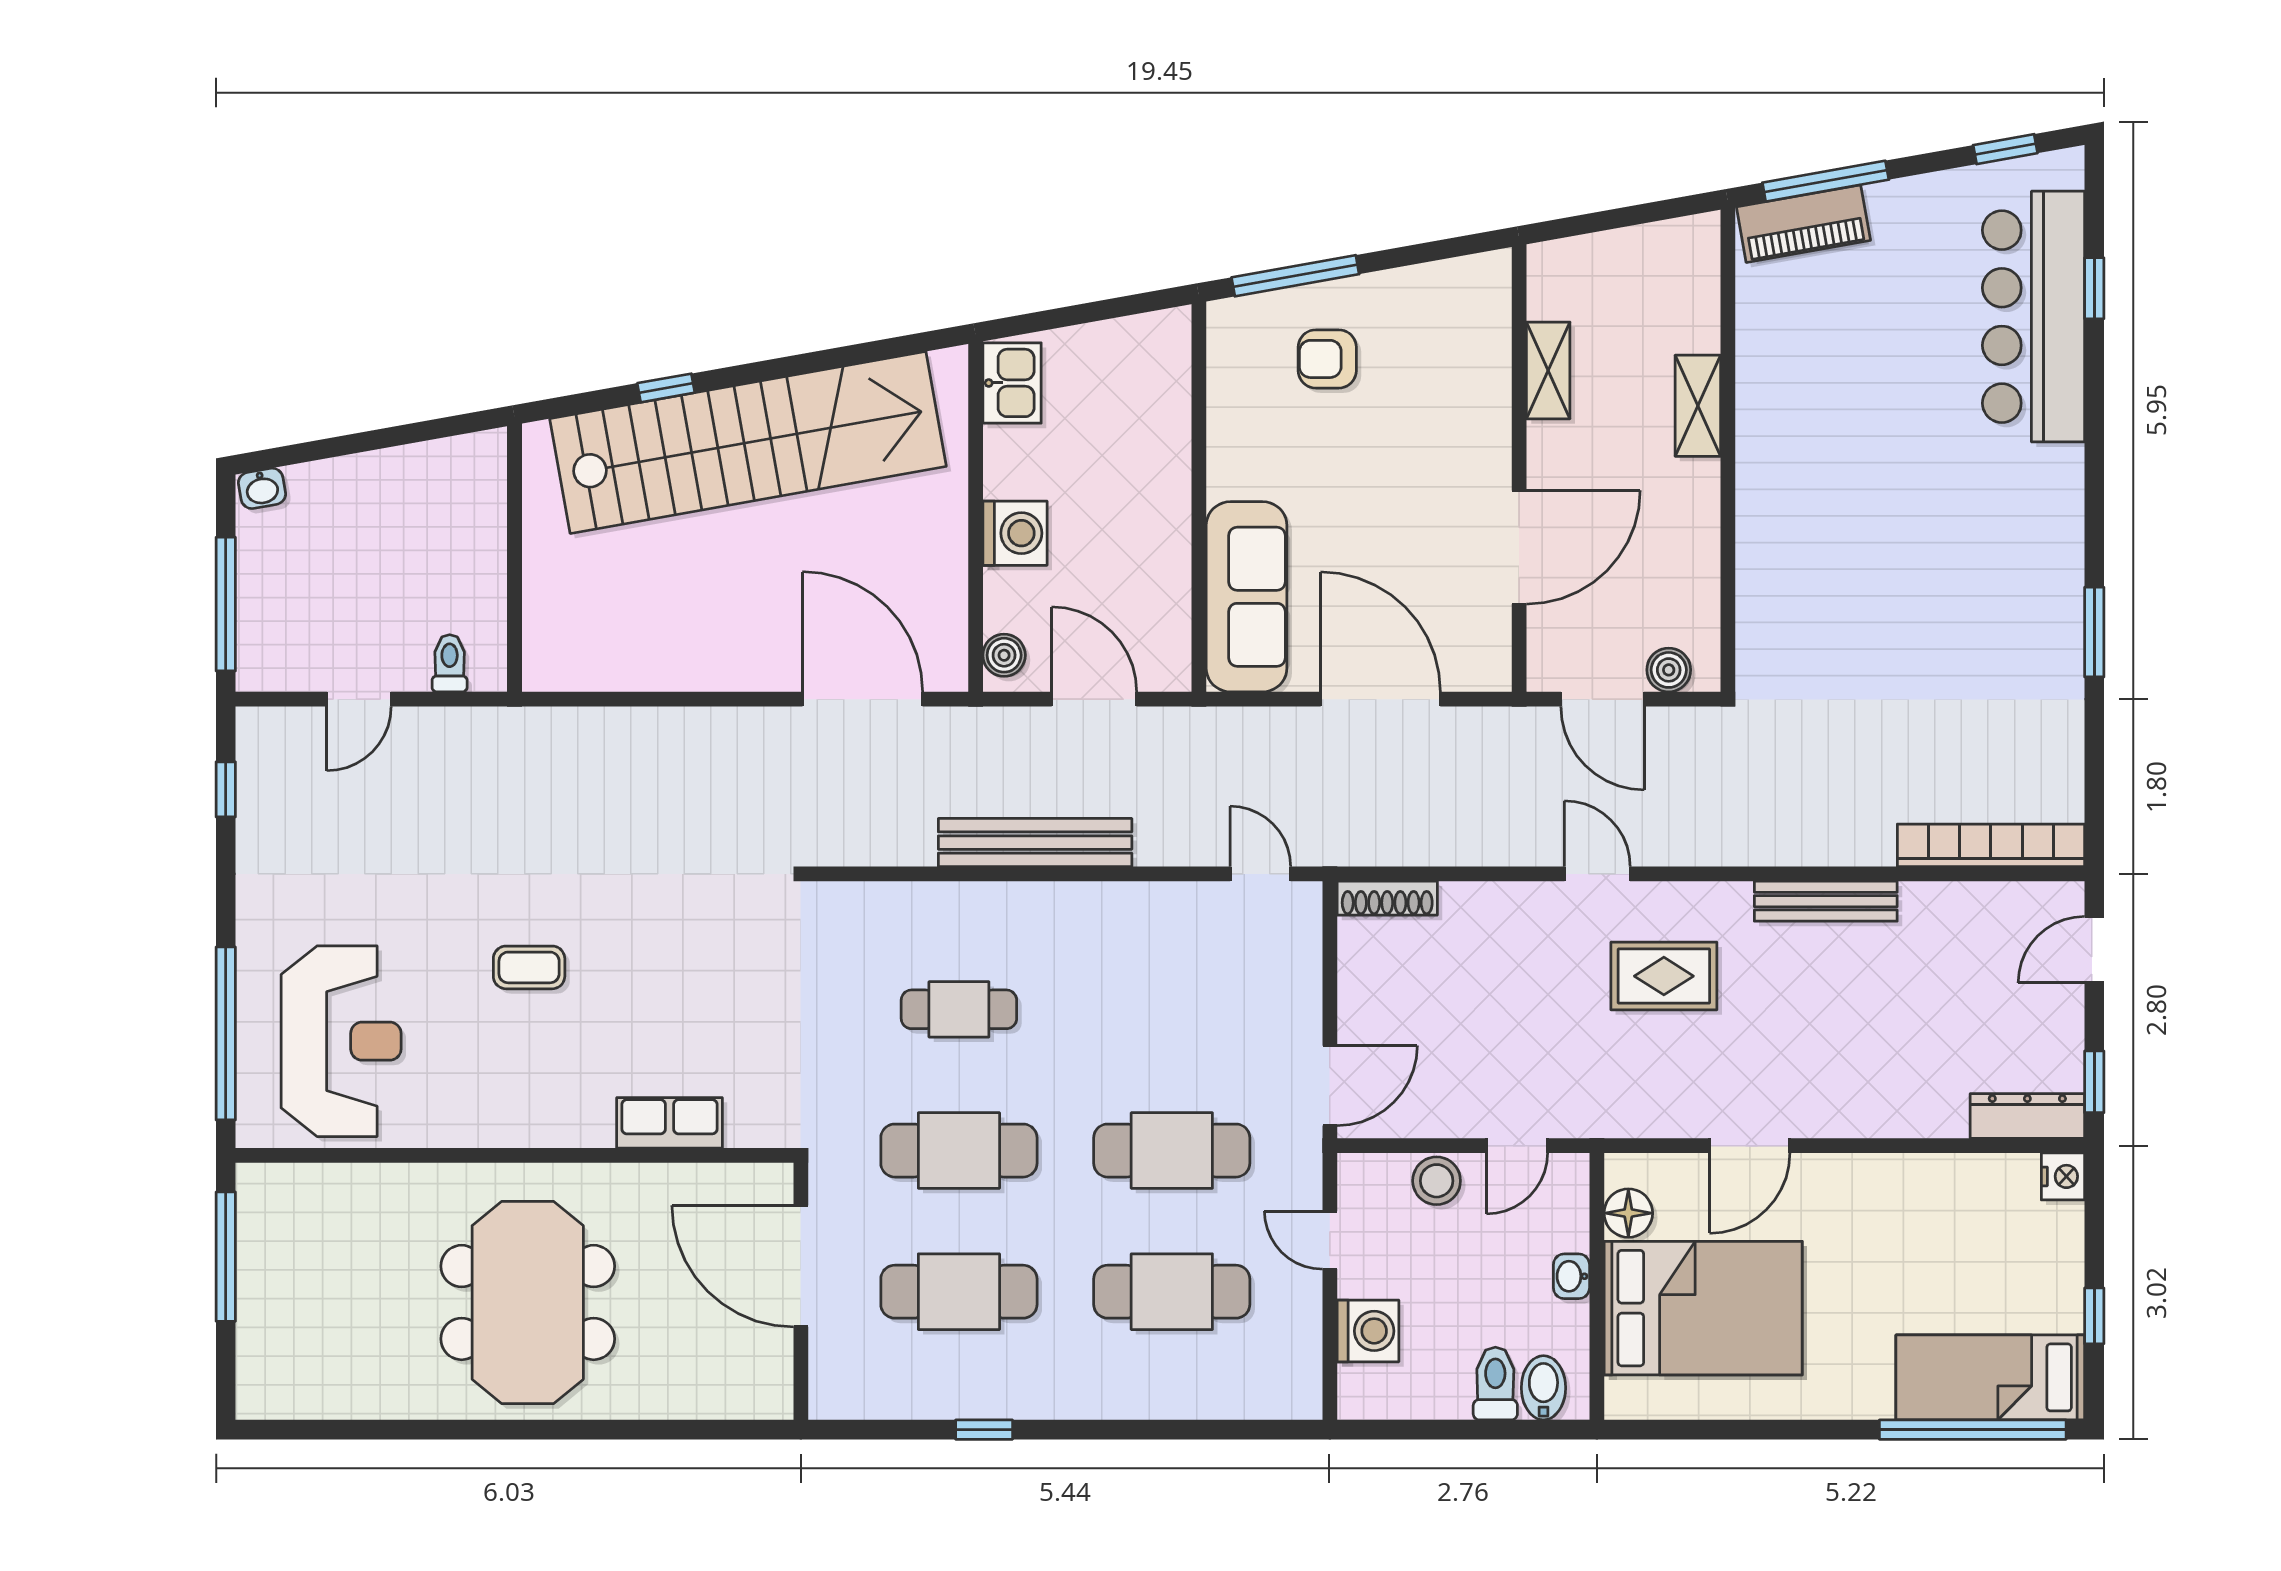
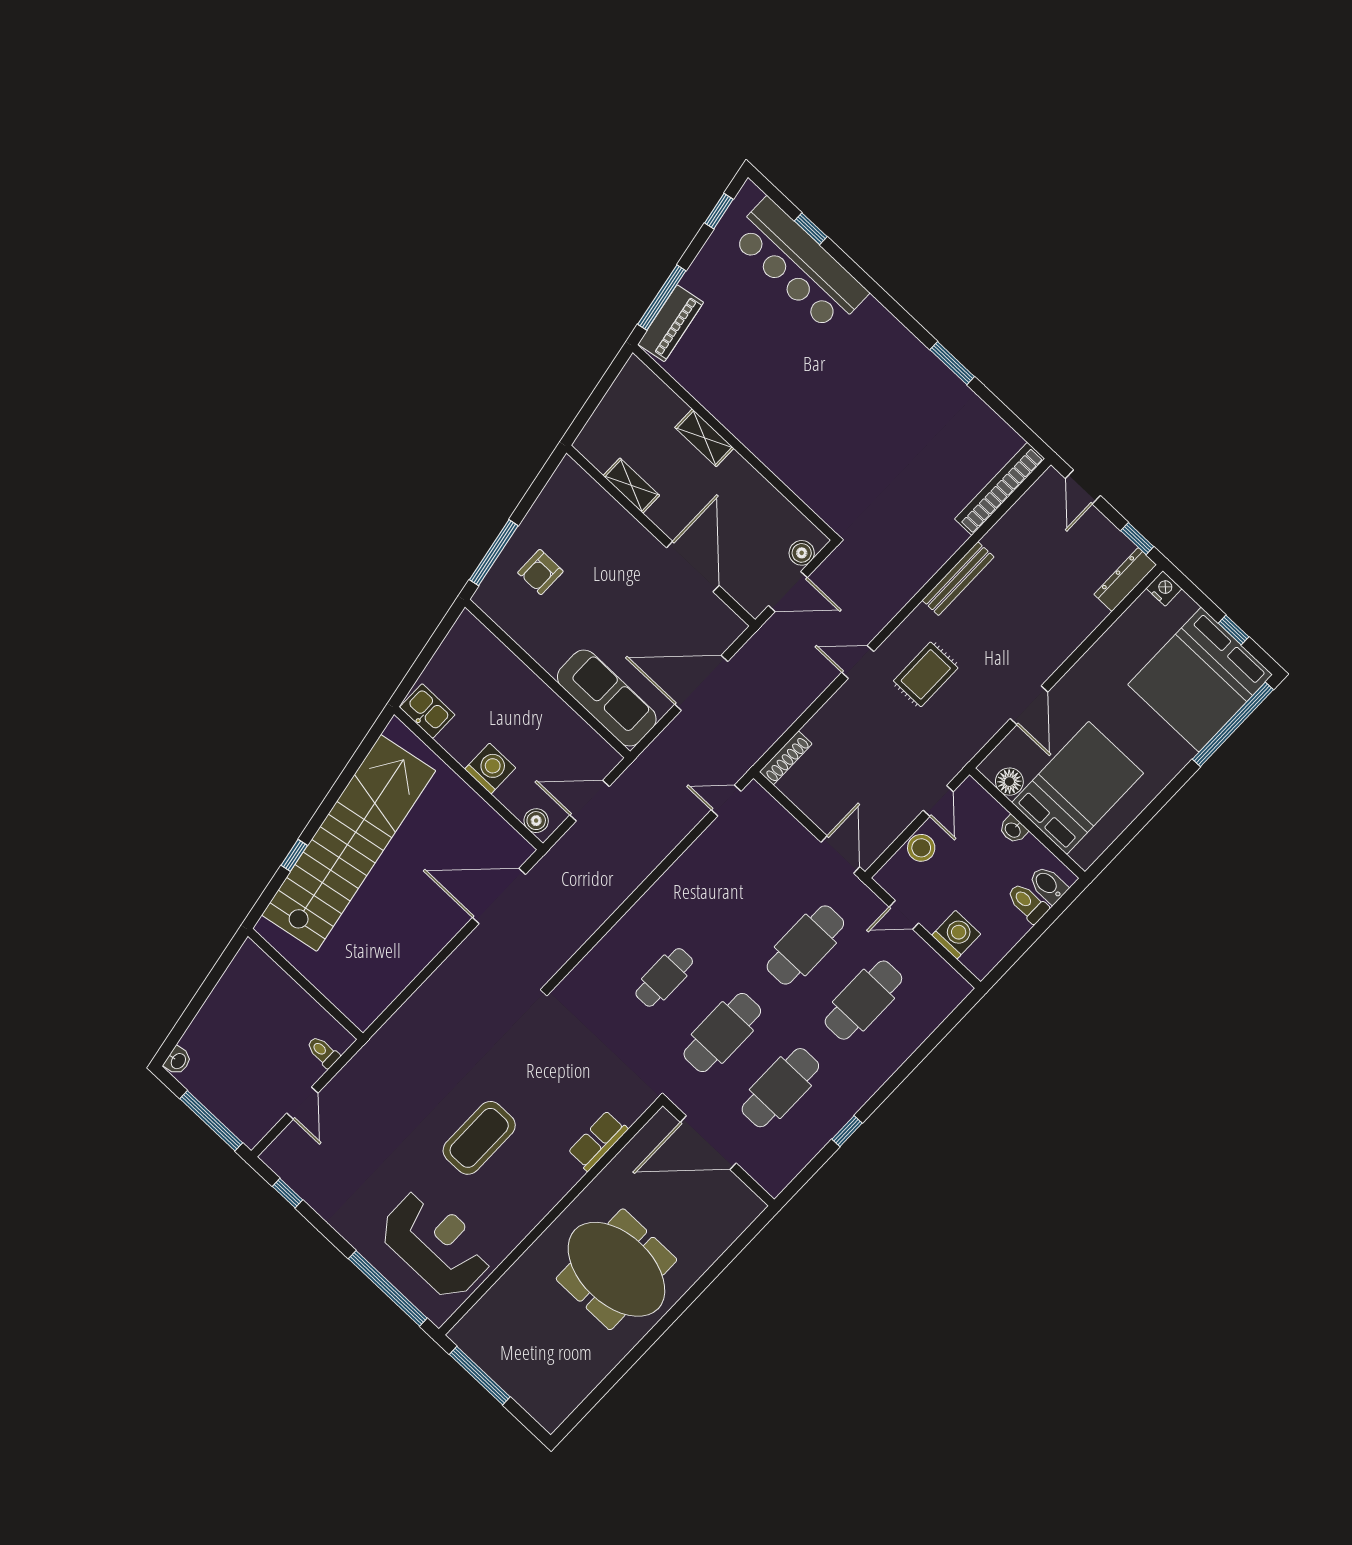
bench: (1035, 843) -> (625, 881), removed
coffee table: (529, 967) -> (479, 1138), width x1.86, depth x1.72
bed: (1990, 1377) -> (1200, 680), width x2.04

